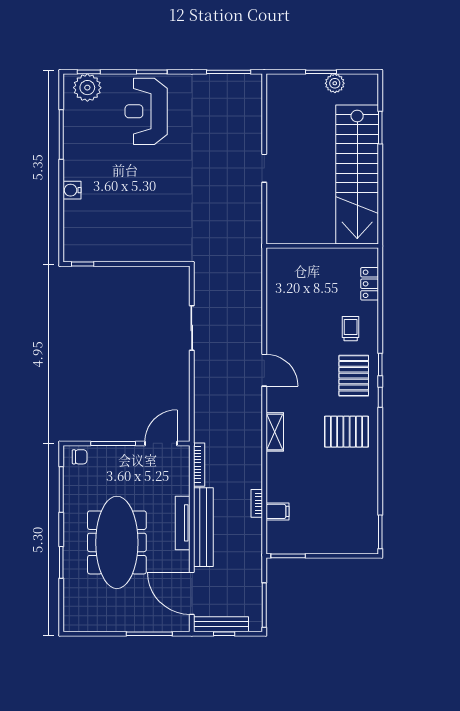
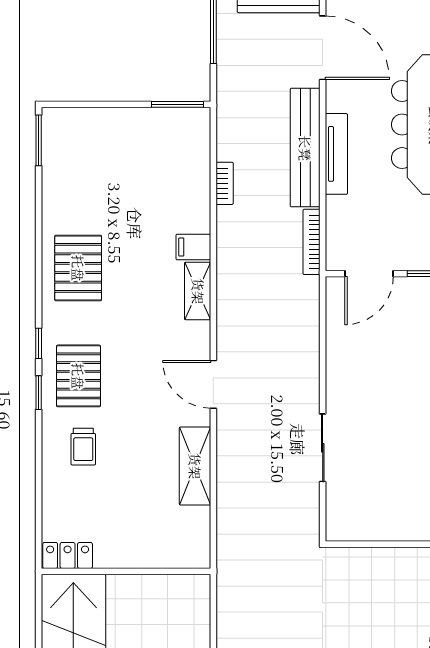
locker: (370, 284) -> (68, 555), moved, turned -90
shelving: (276, 316) -> (195, 466), added
pallet: (347, 432) -> (78, 268), moved, turned 90
filing cabinet: (277, 511) -> (193, 247), moved

